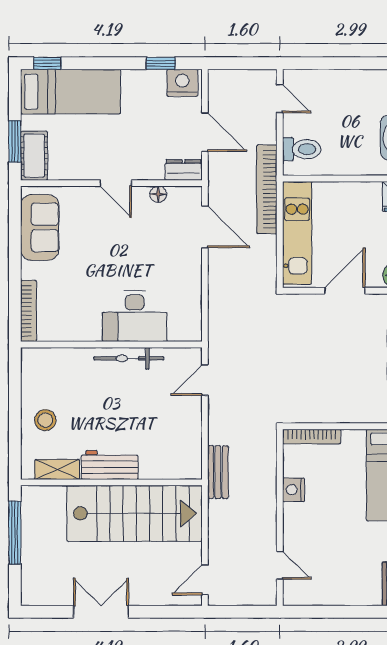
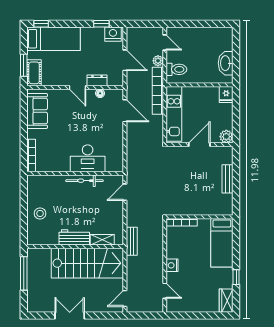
plant: (267, 133) -> (158, 61), added
dresser: (183, 170) -> (97, 80), moved
shelving: (57, 470) -> (102, 240), moved
nightstand: (293, 490) -> (172, 265), moved

